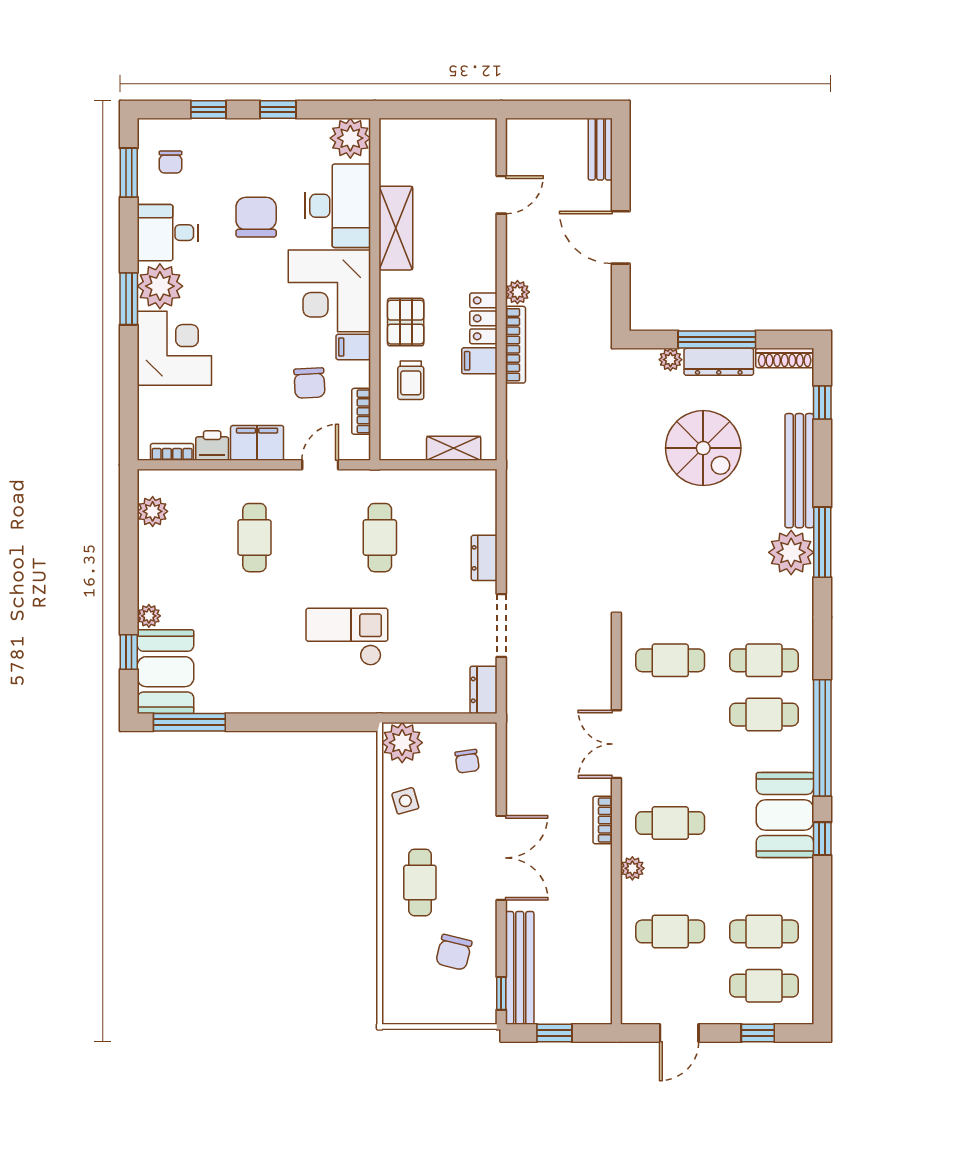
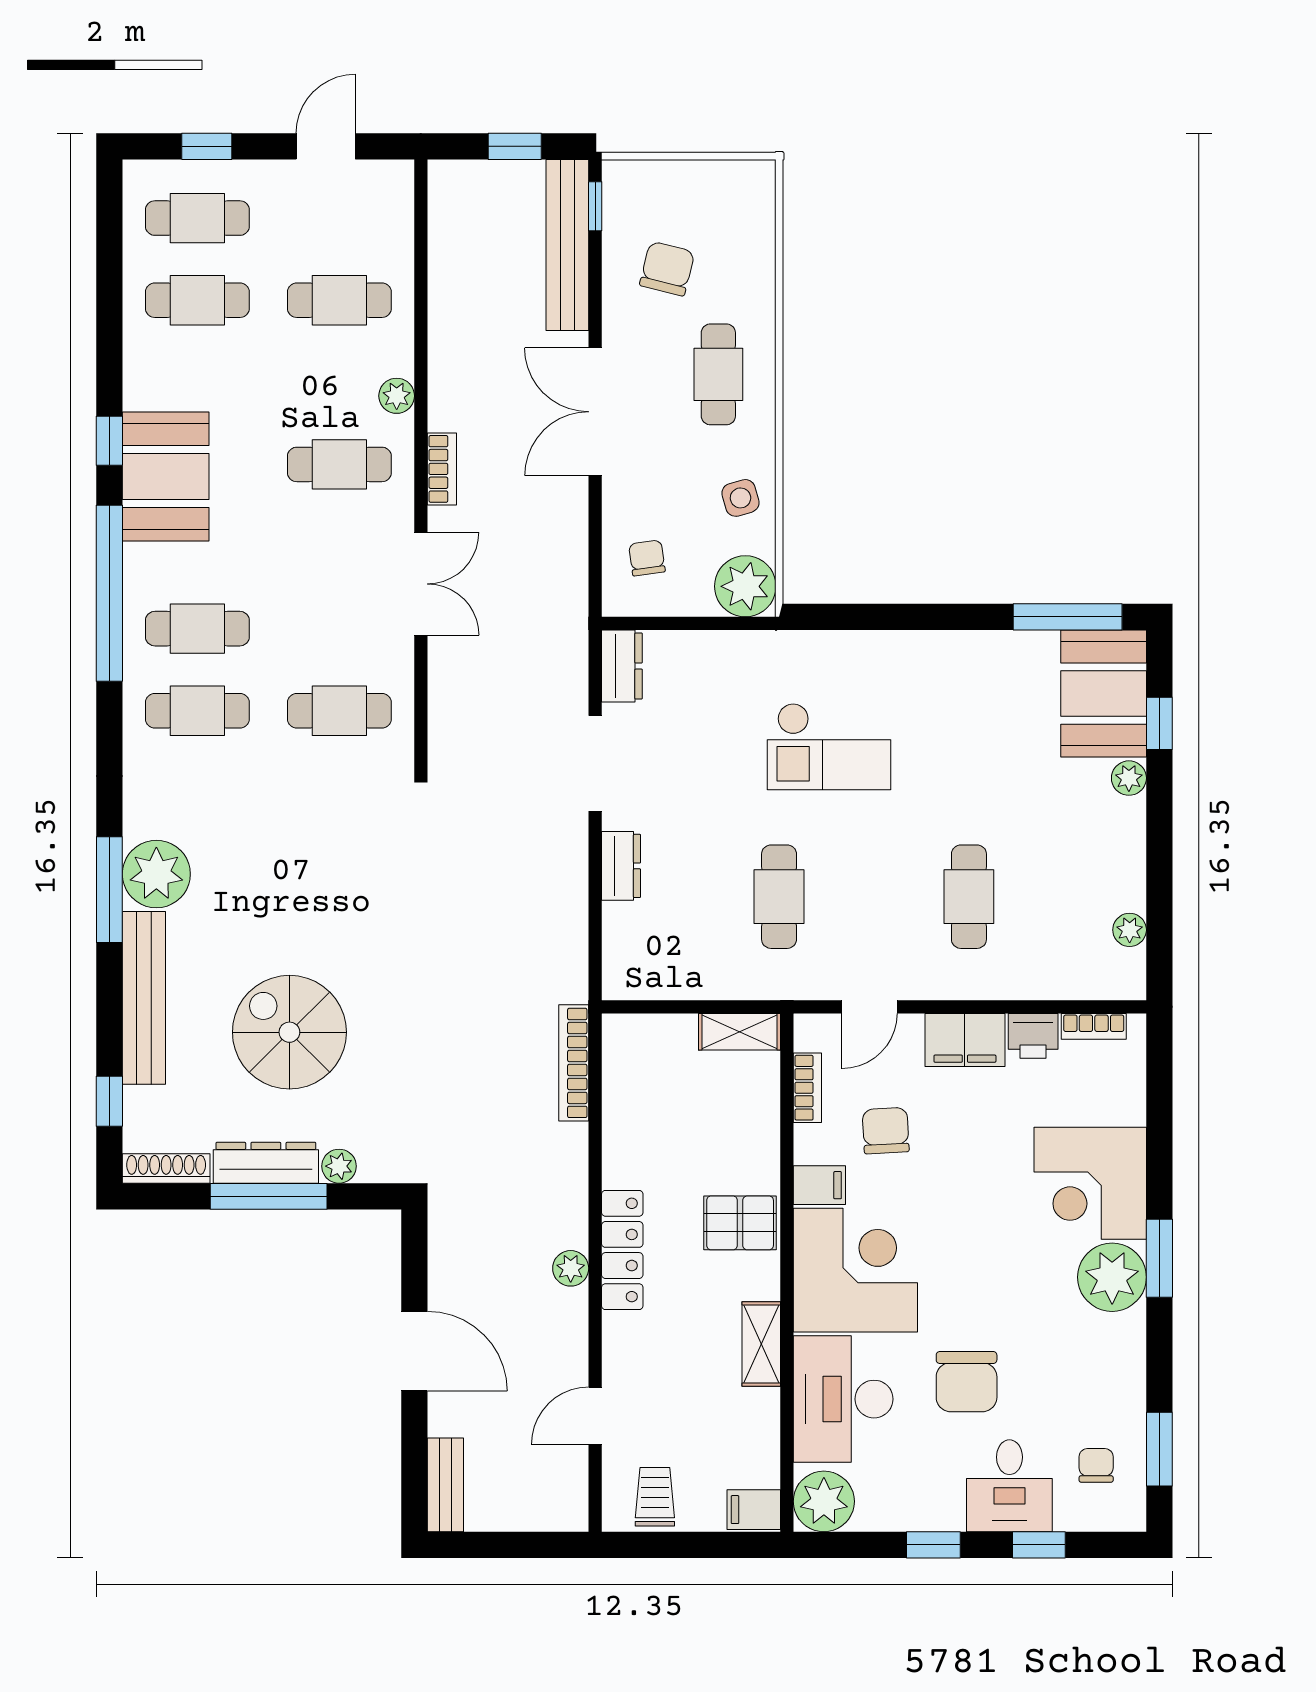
shelving: (396, 228) -> (761, 1344), width x0.67, depth x0.75
desk: (168, 233) -> (1009, 1486), moved, turned 90
locker: (483, 318) -> (622, 1250), width x1.53
pallet: (406, 322) -> (740, 1223), turned 90
bookcase: (515, 345) -> (574, 1063), moved
filing cabinet: (479, 361) -> (754, 1510), moved, turned 180
trolley: (411, 380) -> (655, 1497), moved
shelving: (454, 448) -> (739, 1032), moved
plant: (153, 511) -> (1130, 930), width x0.73, depth x0.73

